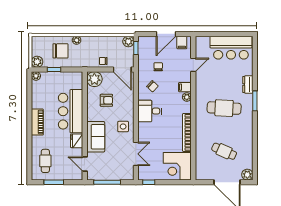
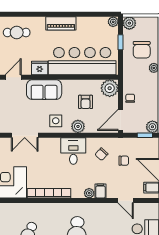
plant: (128, 107) -> (78, 126), added
bar counter: (71, 111) -> (82, 61), width x1.36

